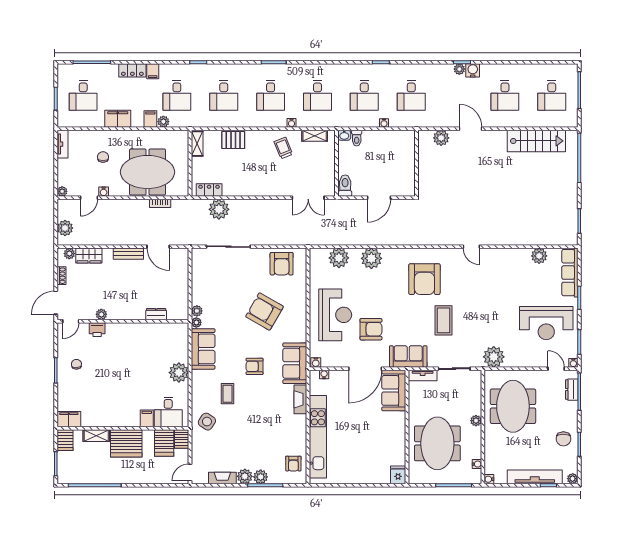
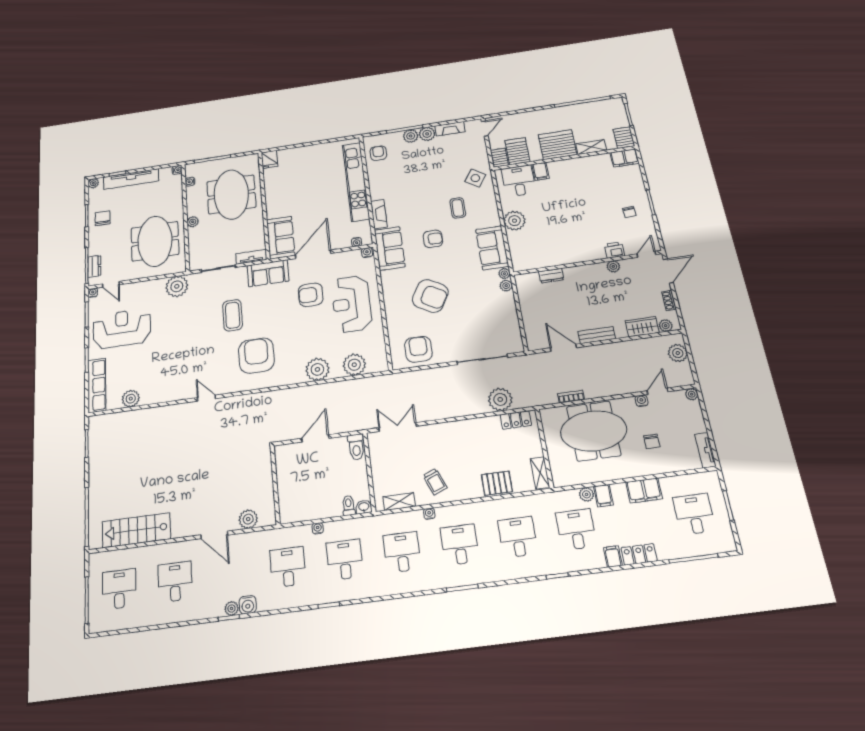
water cooler: (473, 70) -> (248, 605), moved

